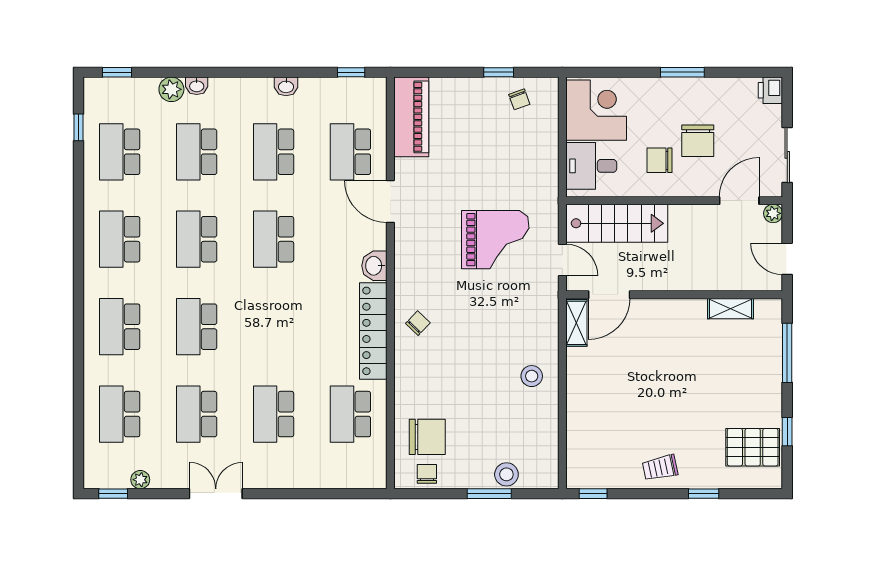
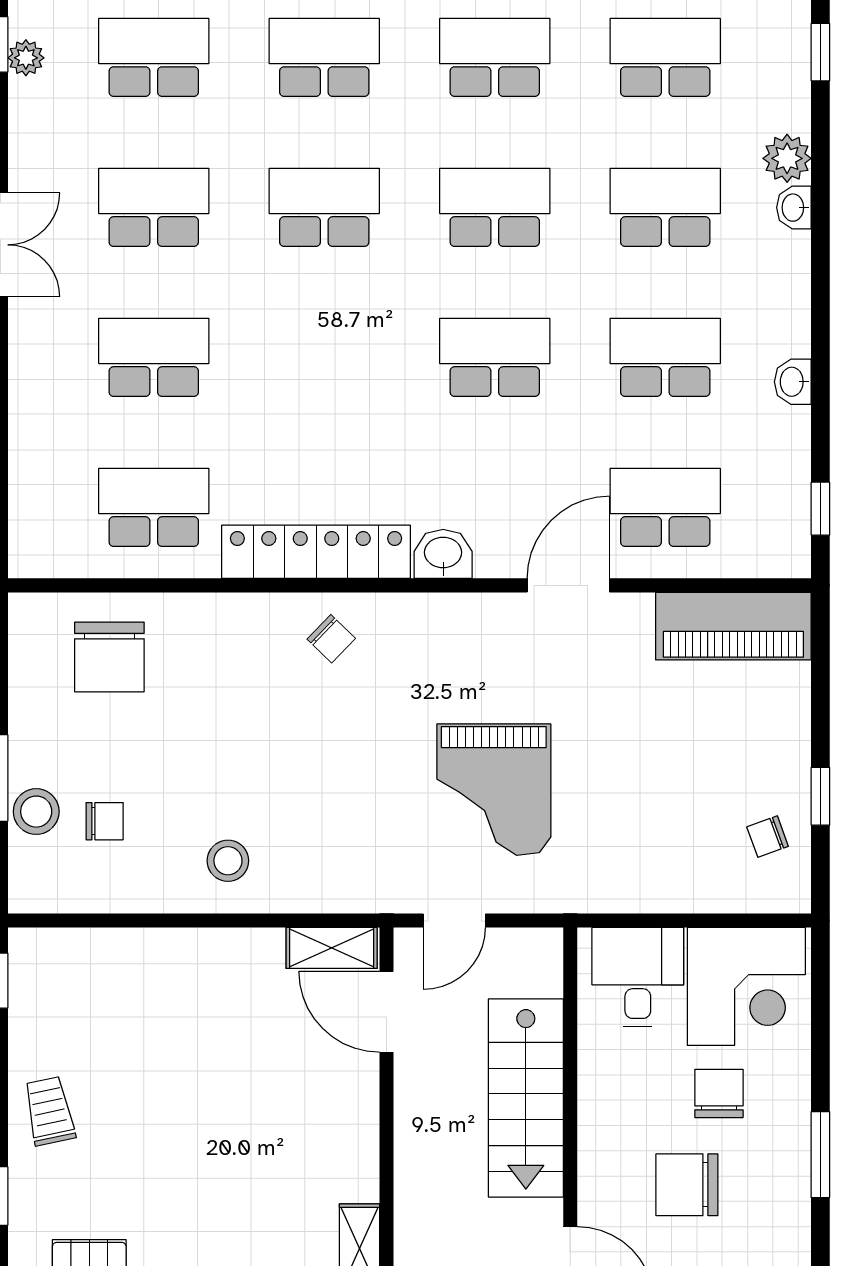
chair: (659, 160) -> (719, 1093), moved
stairs: (617, 223) -> (526, 1098), moved
chair: (427, 474) -> (105, 821), moved
plant: (140, 480) -> (26, 58), moved

